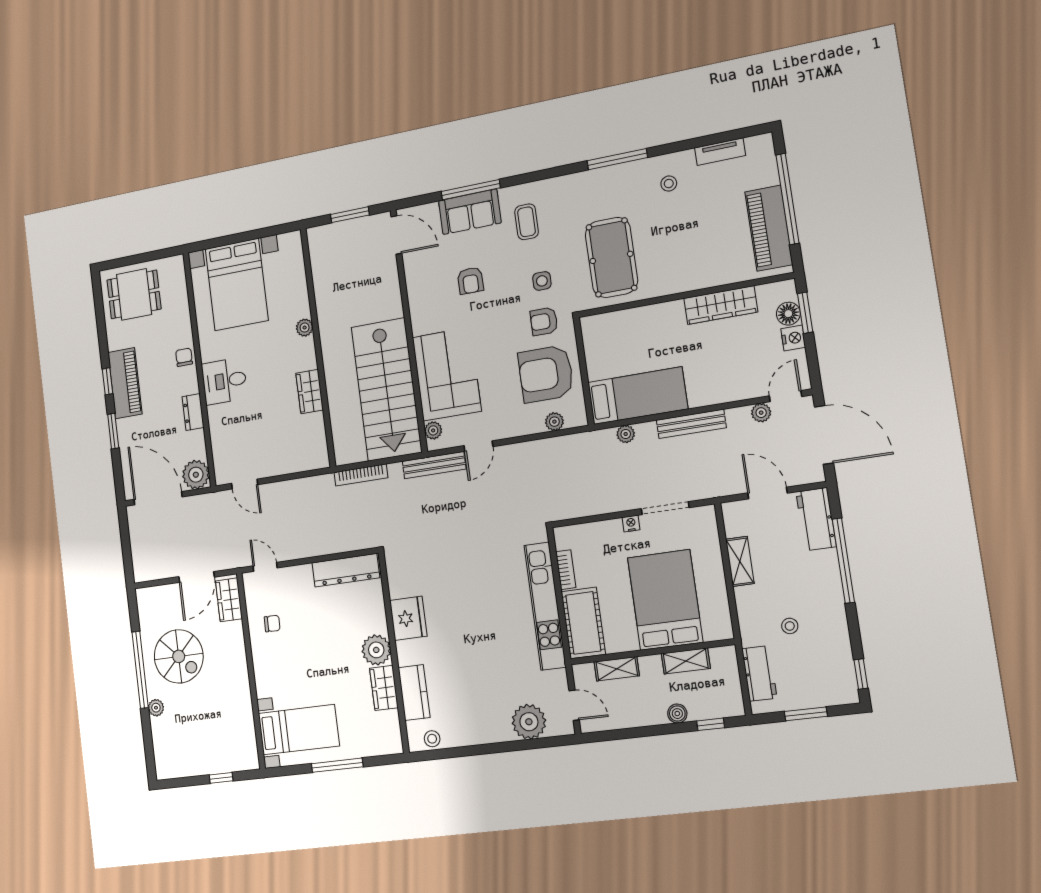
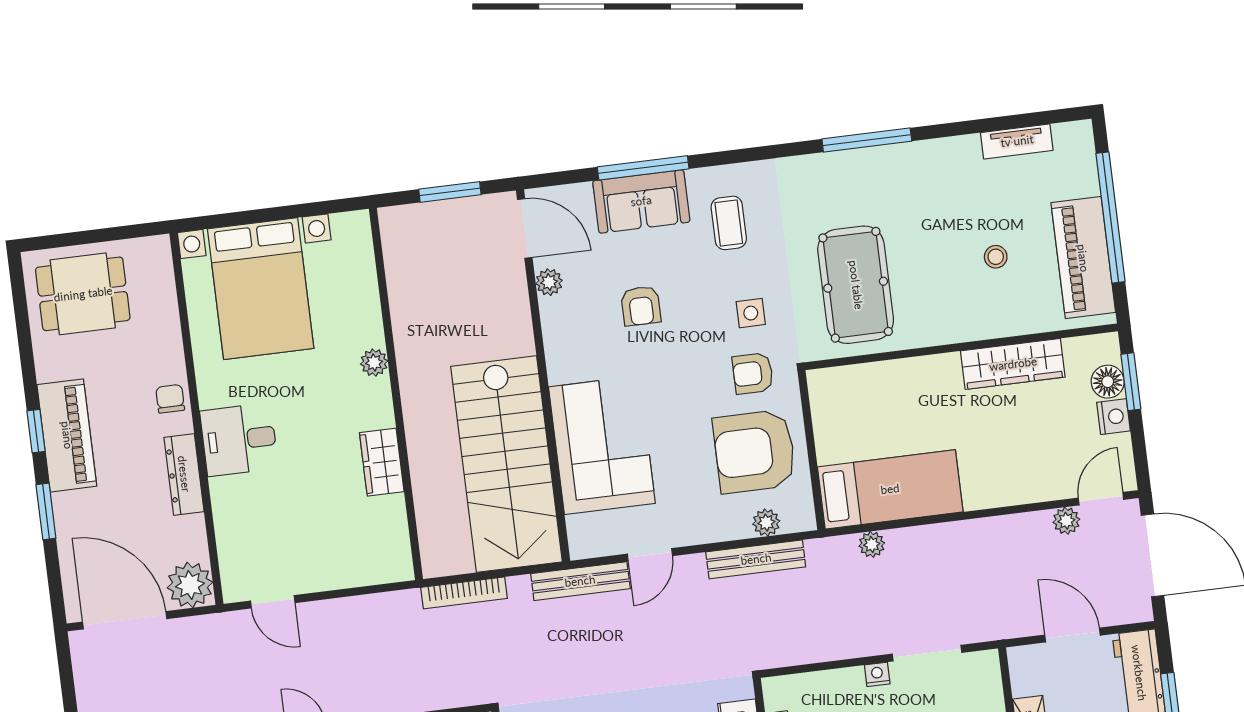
stool: (669, 184) -> (996, 257), moved
dresser: (193, 412) -> (184, 474), width x1.44
bench: (691, 424) -> (756, 559), moved
plant: (433, 430) -> (549, 282), moved

